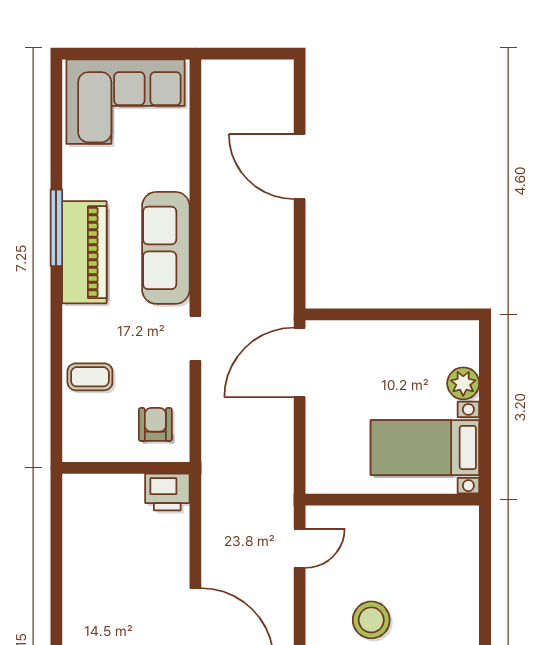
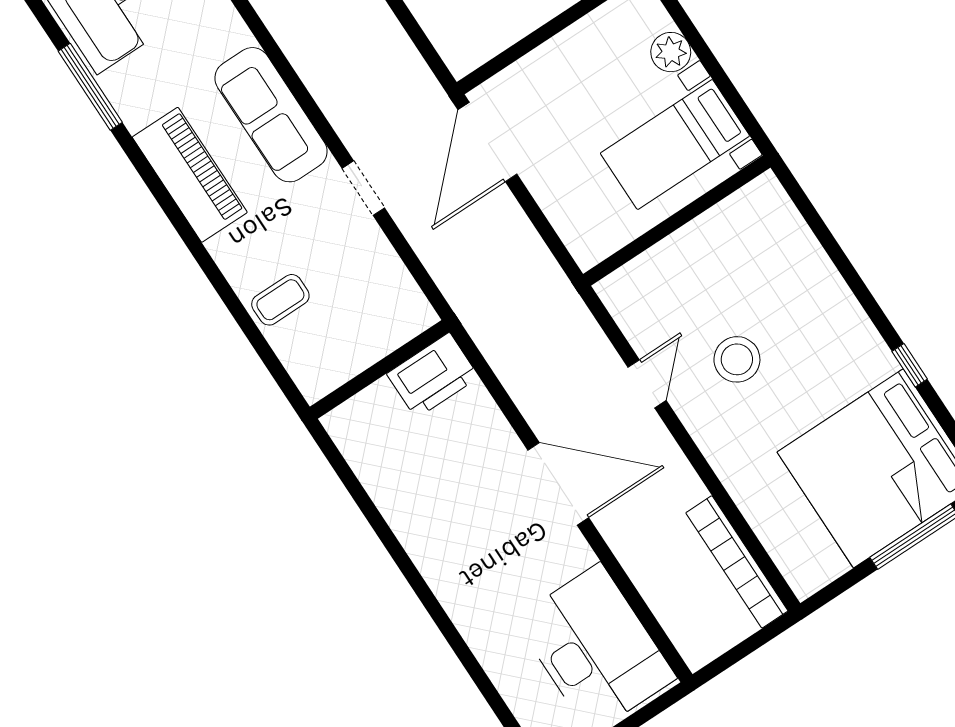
window: (56, 228) -> (90, 87), moved
armchair: (155, 424) -> (380, 304), removed
printer: (167, 492) -> (433, 376), width x1.37, depth x1.19
door: (300, 548) -> (647, 384), moved

